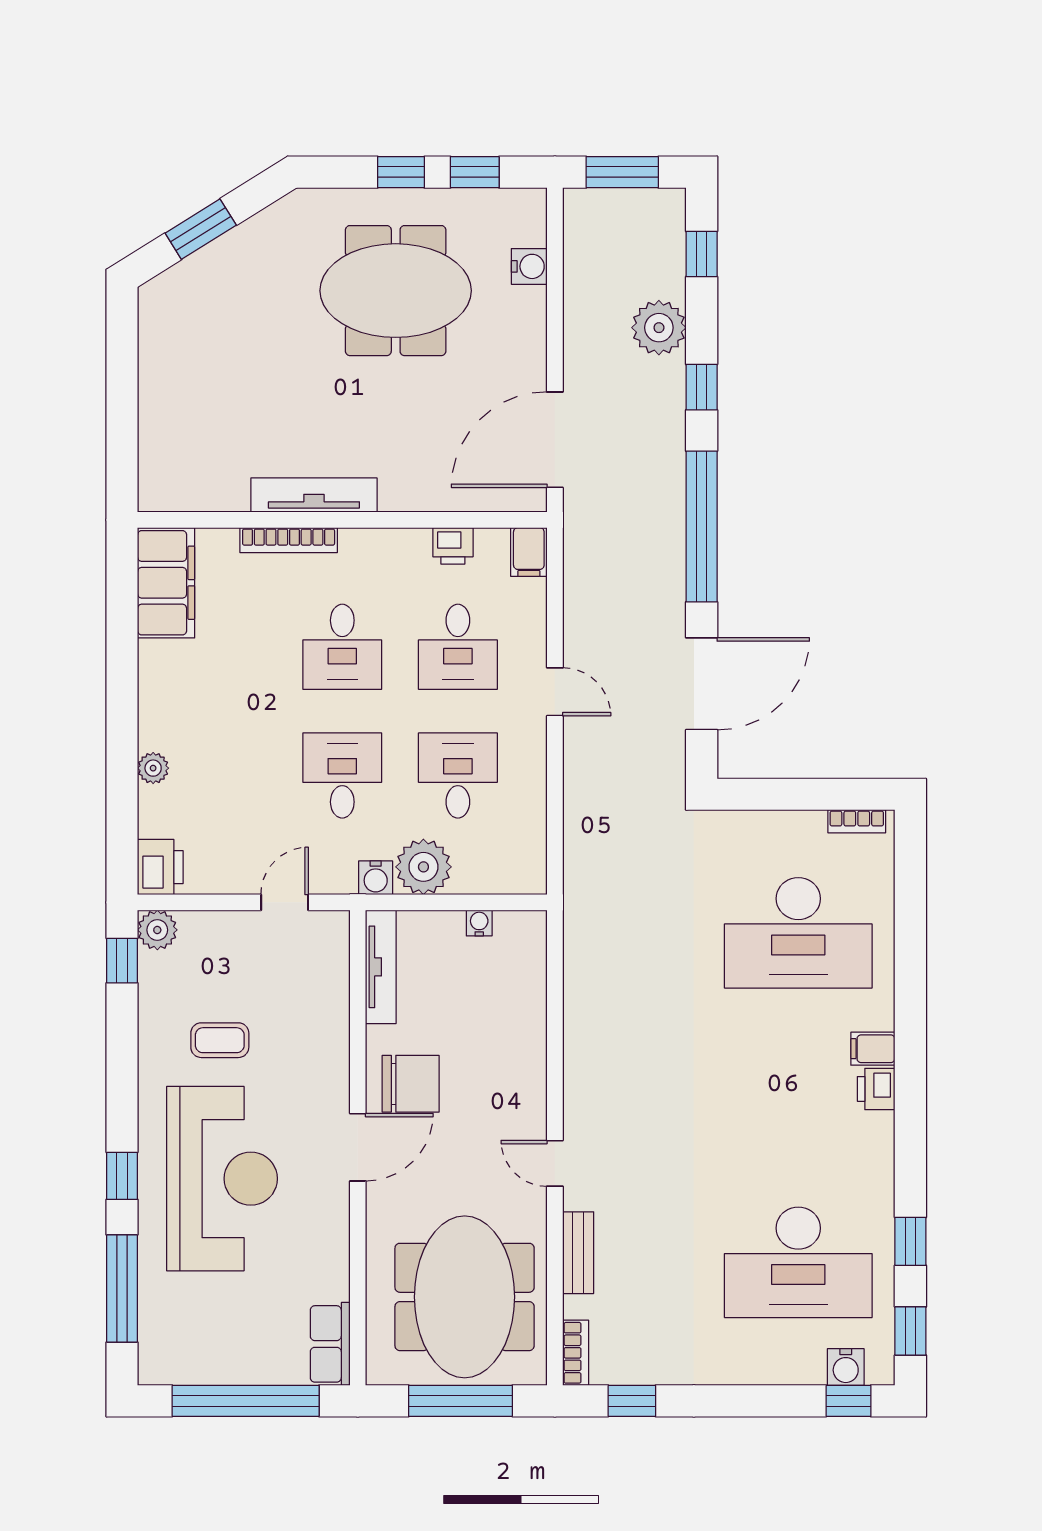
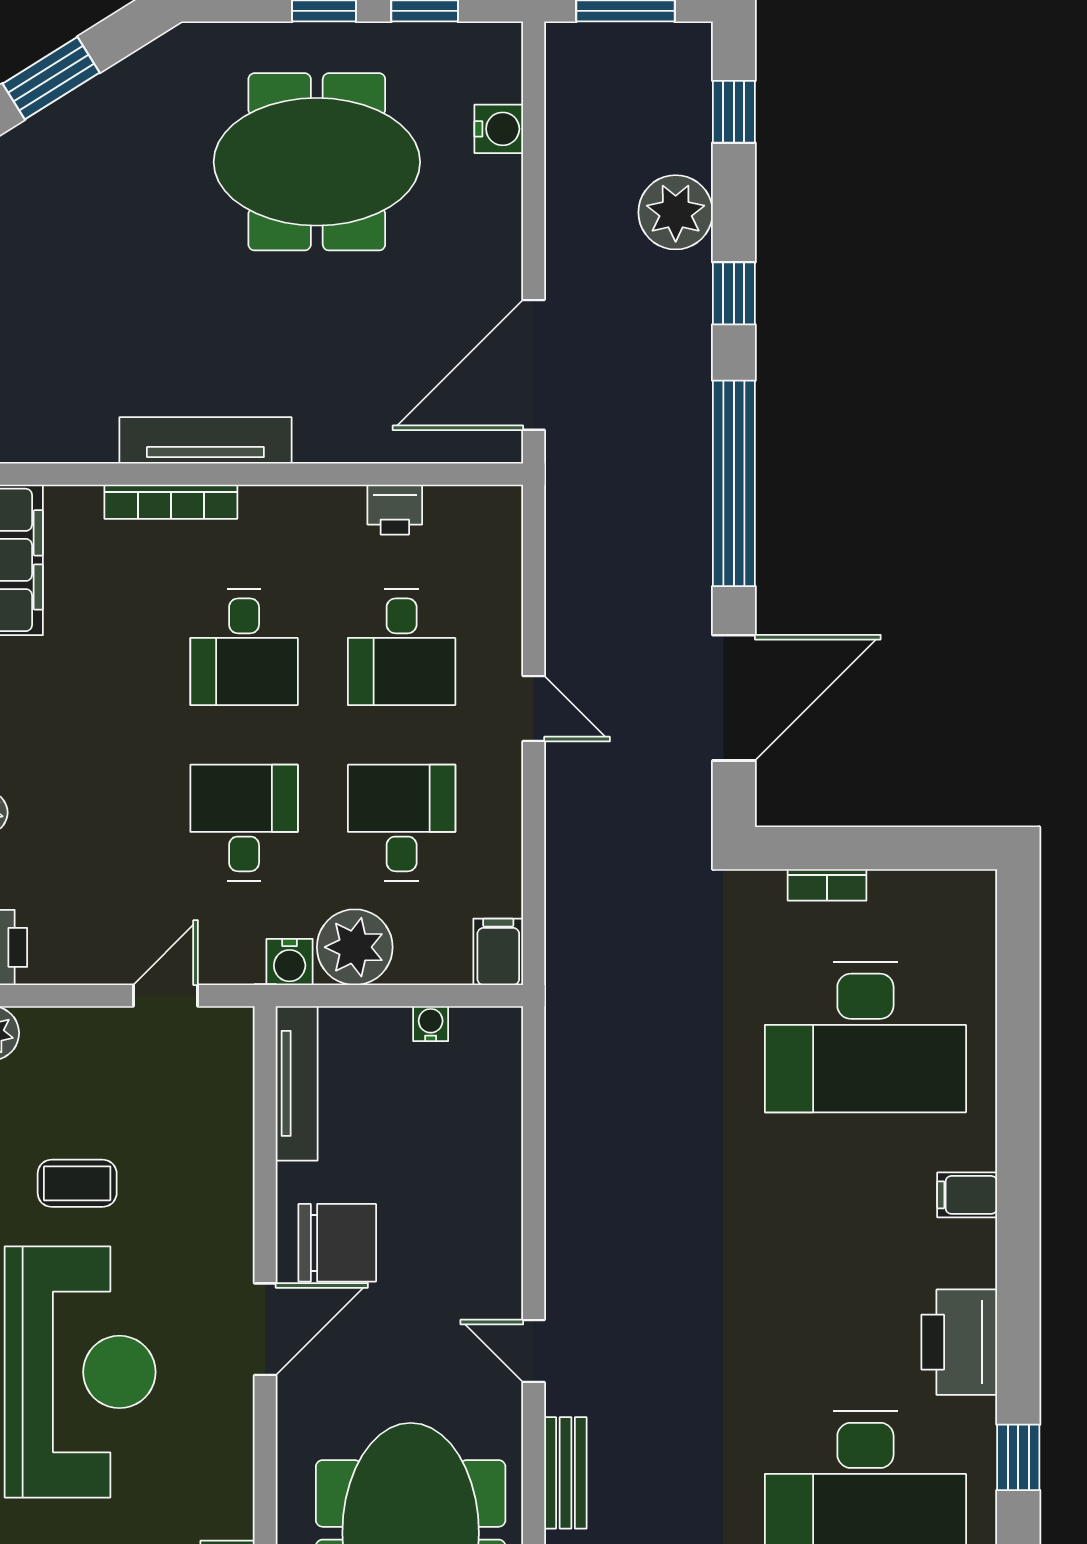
filing cabinet: (529, 552) -> (498, 952), moved, turned 180
bookcase: (857, 821) -> (827, 885), moved
printer: (876, 1089) -> (959, 1342), moved, width x1.87, depth x1.48

